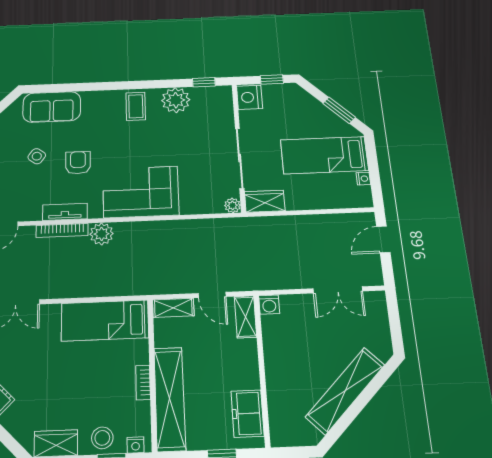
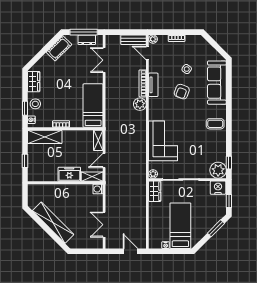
plant: (176, 100) -> (218, 170), moved
sofa: (52, 107) -> (217, 83), width x1.36
window: (339, 110) -> (216, 228), moved
armchair: (78, 163) -> (182, 92), turned 110
corner sofa: (141, 192) -> (163, 141), moved
shelving: (170, 399) -> (45, 137), width x0.68
freezer: (248, 413) -> (69, 174), moved

